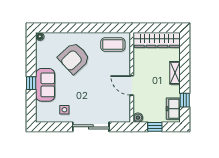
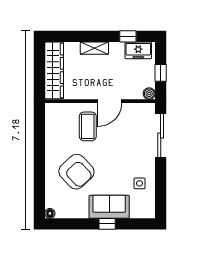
coffee table: (113, 45) -> (88, 126), moved
sliding door: (91, 127) -> (161, 136), moved

